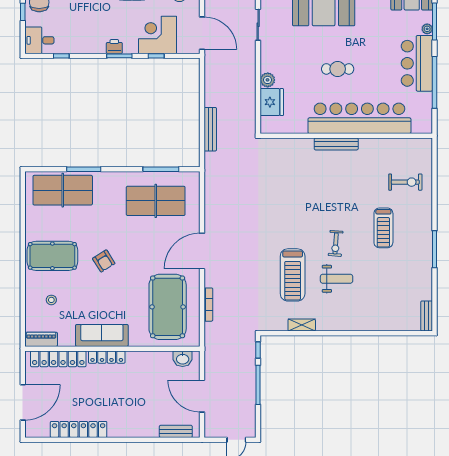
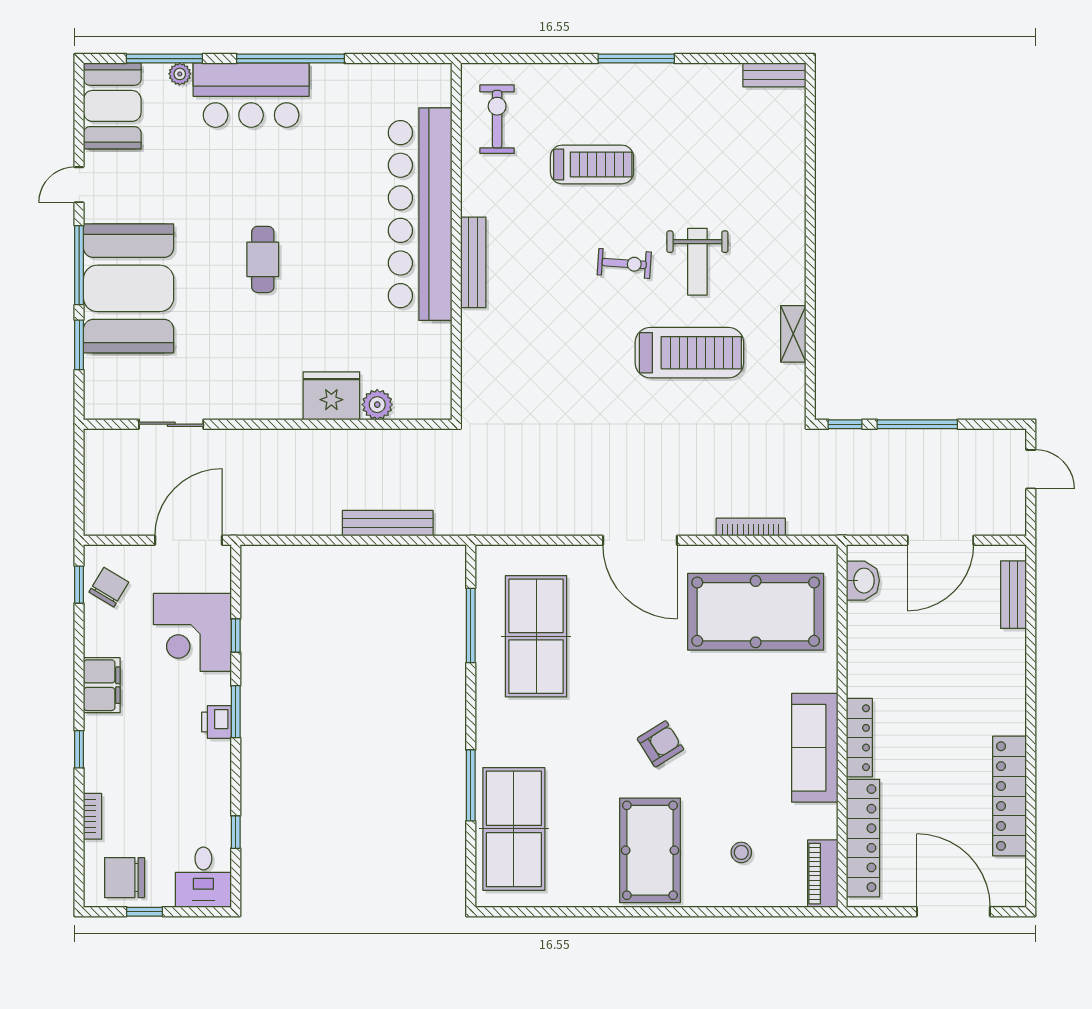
plant: (268, 80) -> (377, 405), moved
bar counter: (359, 118) -> (420, 214), moved
wall: (346, 136) -> (456, 241), moved
bench: (336, 144) -> (473, 262), moved
weight bench: (337, 279) -> (697, 262), turned 180

